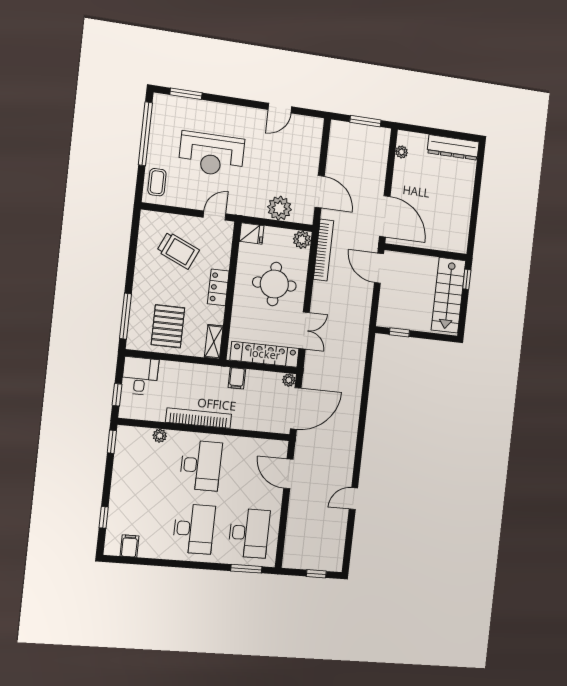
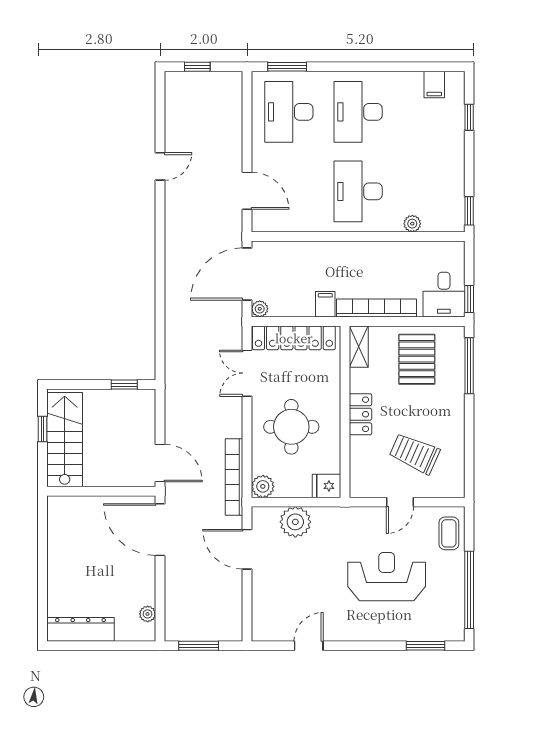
door: (215, 216) -> (400, 502), moved
window: (467, 279) -> (42, 429), moved
window: (117, 395) -> (469, 299), moved
bookcase: (199, 418) -> (377, 308), moved, turned 180

